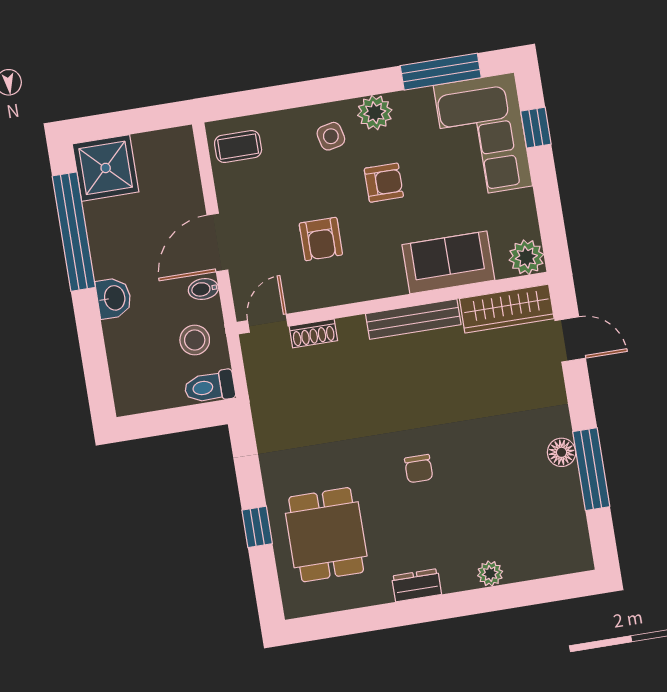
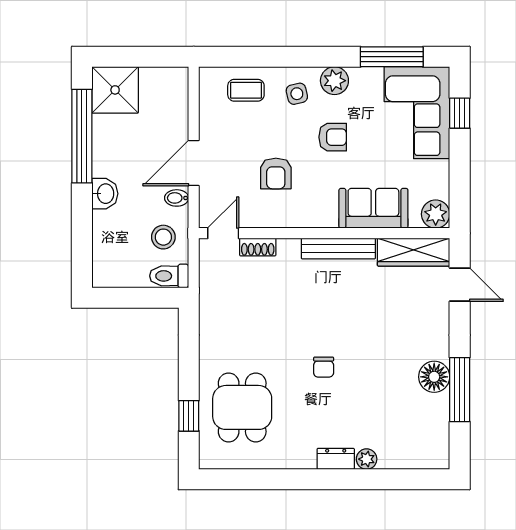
coffee table: (238, 147) -> (246, 90), moved
floor lamp: (562, 452) -> (434, 377), width x1.38, depth x1.38
window: (257, 527) -> (189, 416), moved
dresser: (417, 585) -> (336, 459), moved

